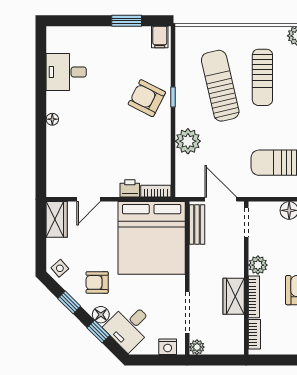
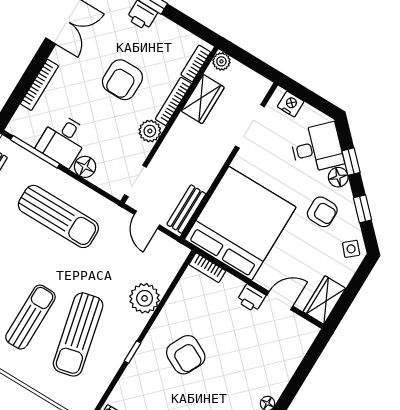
armchair: (147, 98) -> (186, 355), moved
printer: (130, 188) -> (251, 298), moved
door: (221, 199) -> (147, 220), width x0.73
wardrobe: (234, 296) -> (203, 99), moved
plant: (197, 347) -> (221, 61), moved

